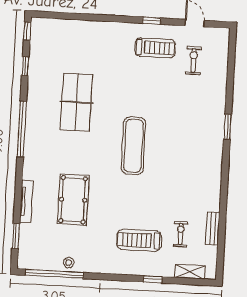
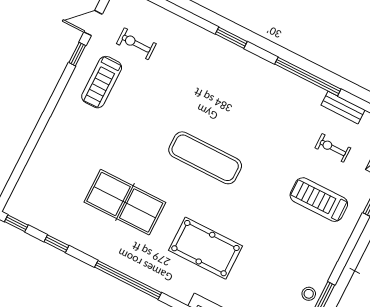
window: (152, 21) -> (77, 54), moved
treadmill: (155, 48) -> (102, 82), turned 180
window: (224, 194) -> (308, 77), added
pool table: (73, 200) -> (205, 248), moved
treadmill: (139, 240) -> (319, 200), turned 90

